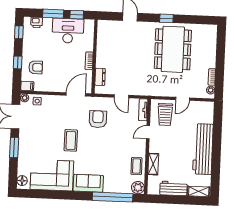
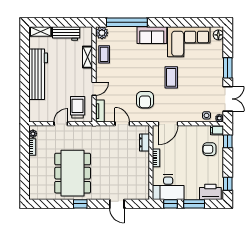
printer: (37, 22) -> (210, 192), width x1.87, depth x1.48
desk: (68, 31) -> (168, 187), moved
window: (18, 62) -> (228, 141), moved

